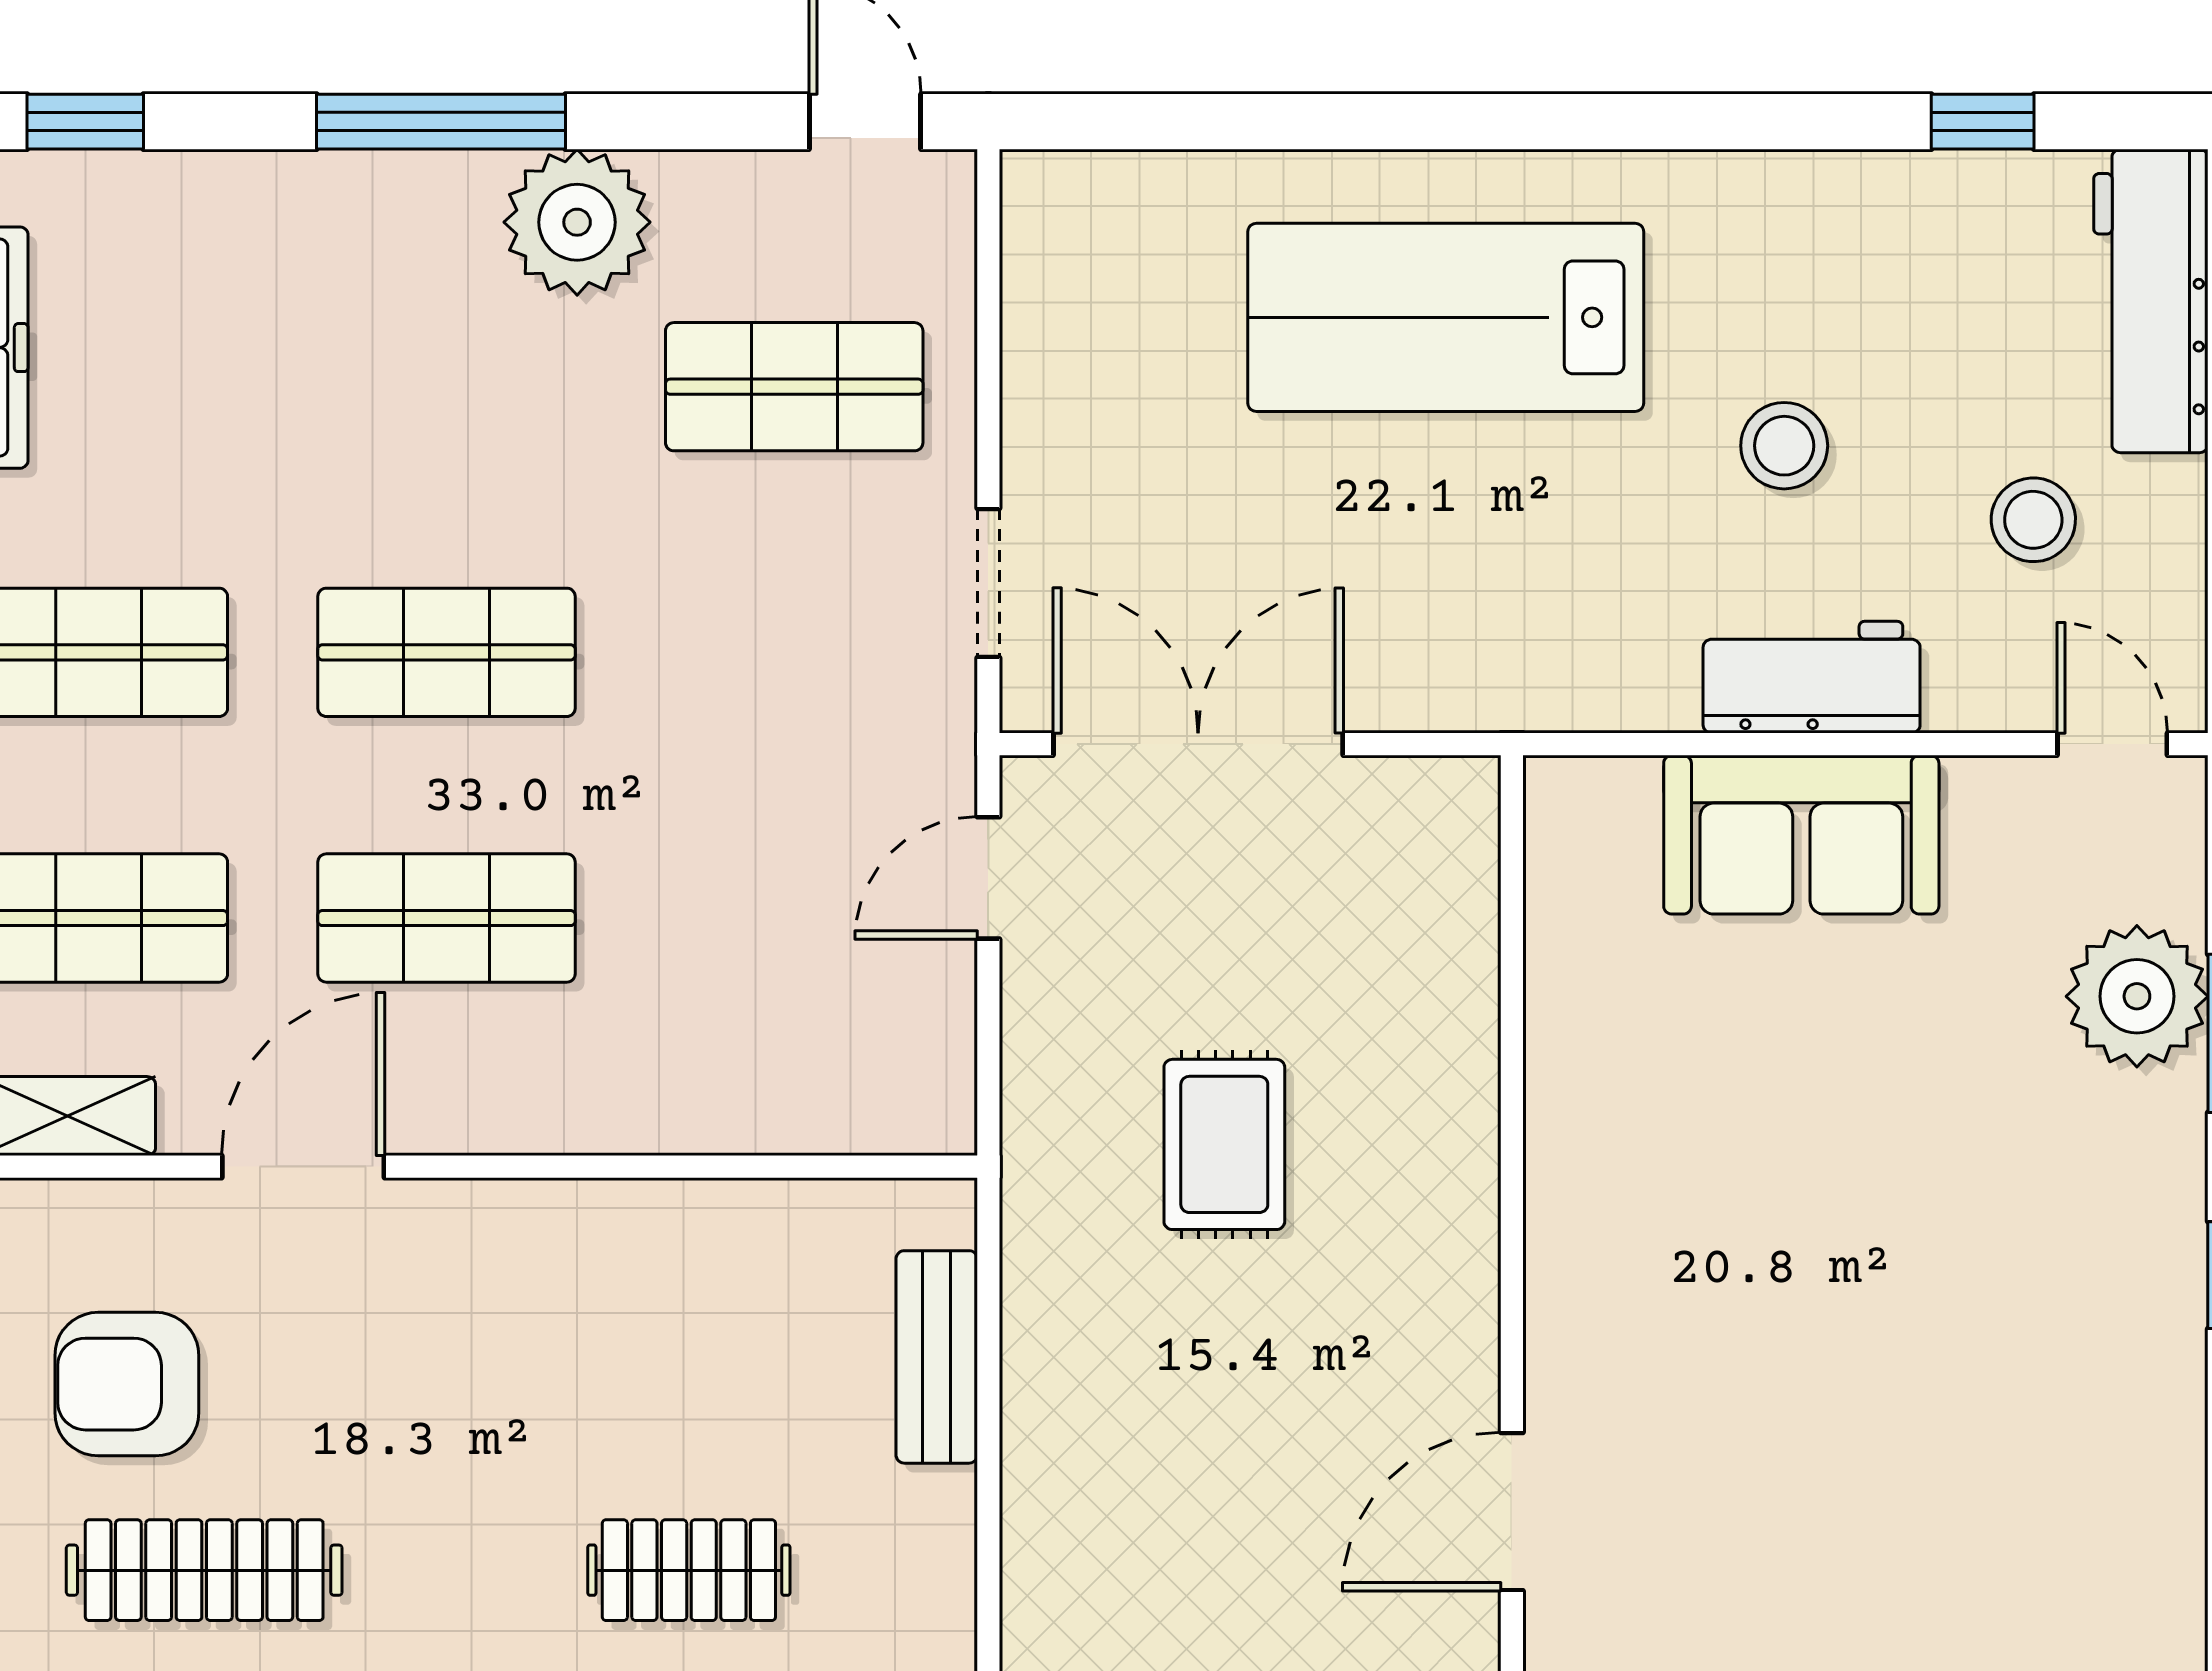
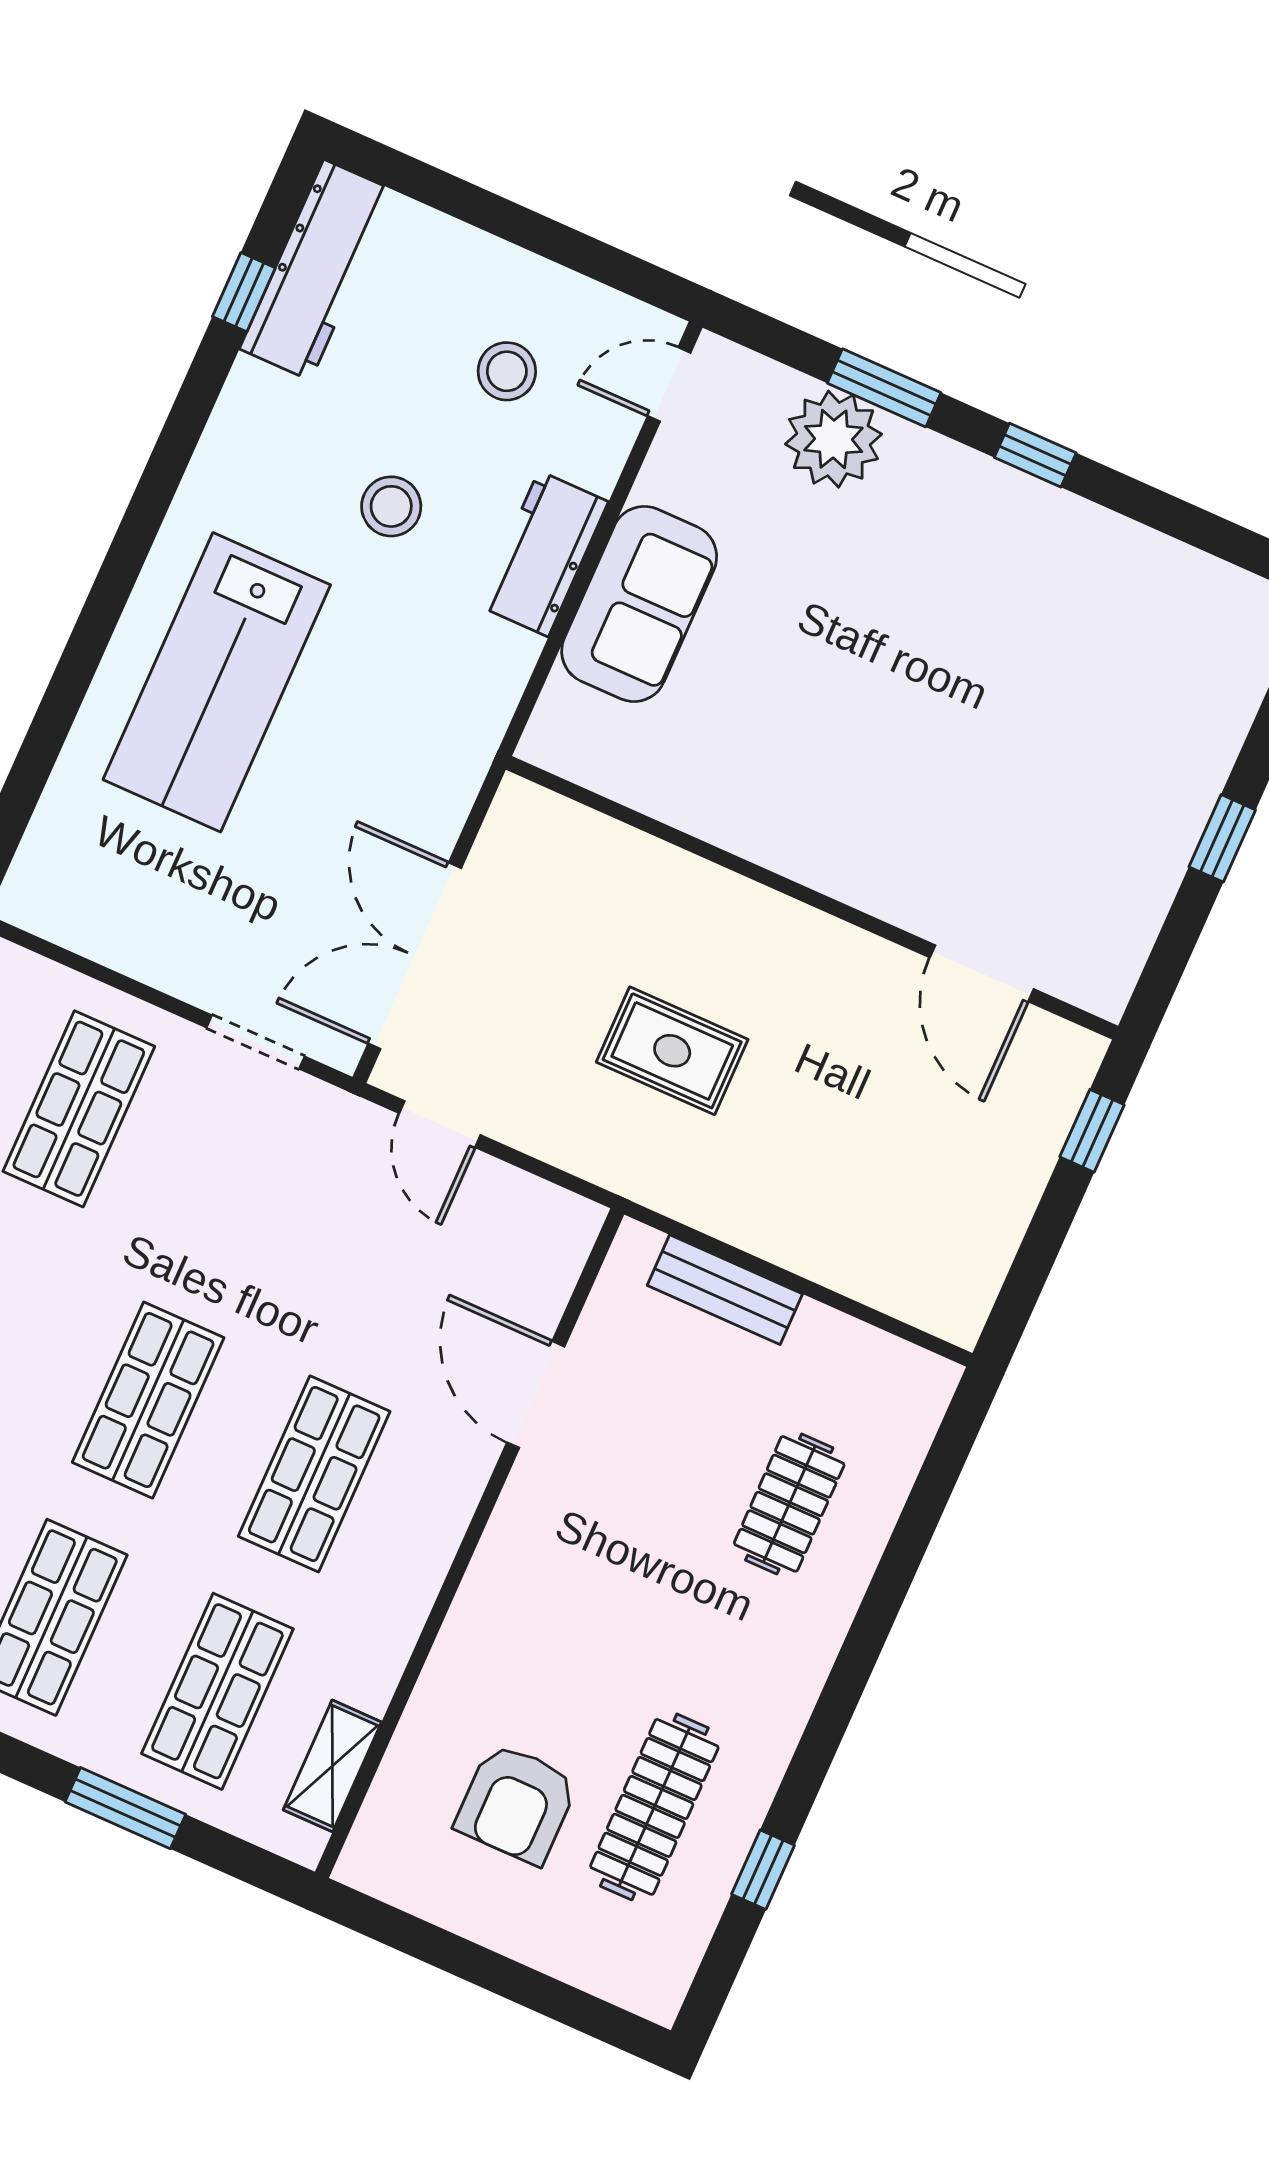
workbench: (2151, 301) -> (317, 270), moved, turned -90
door: (303, 1167) -> (536, 1394), moved

